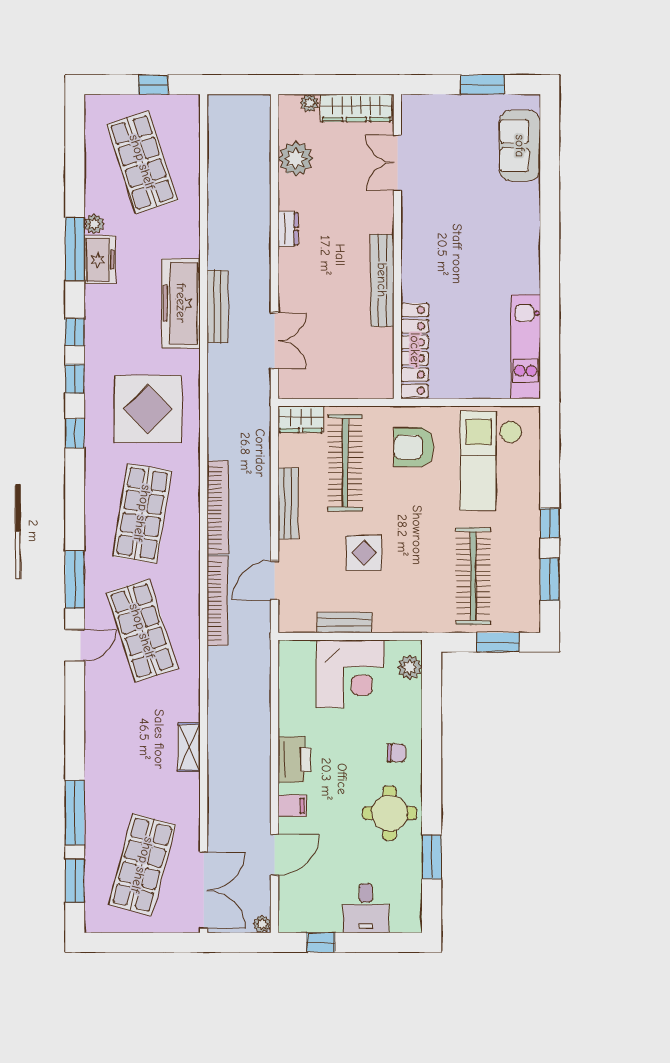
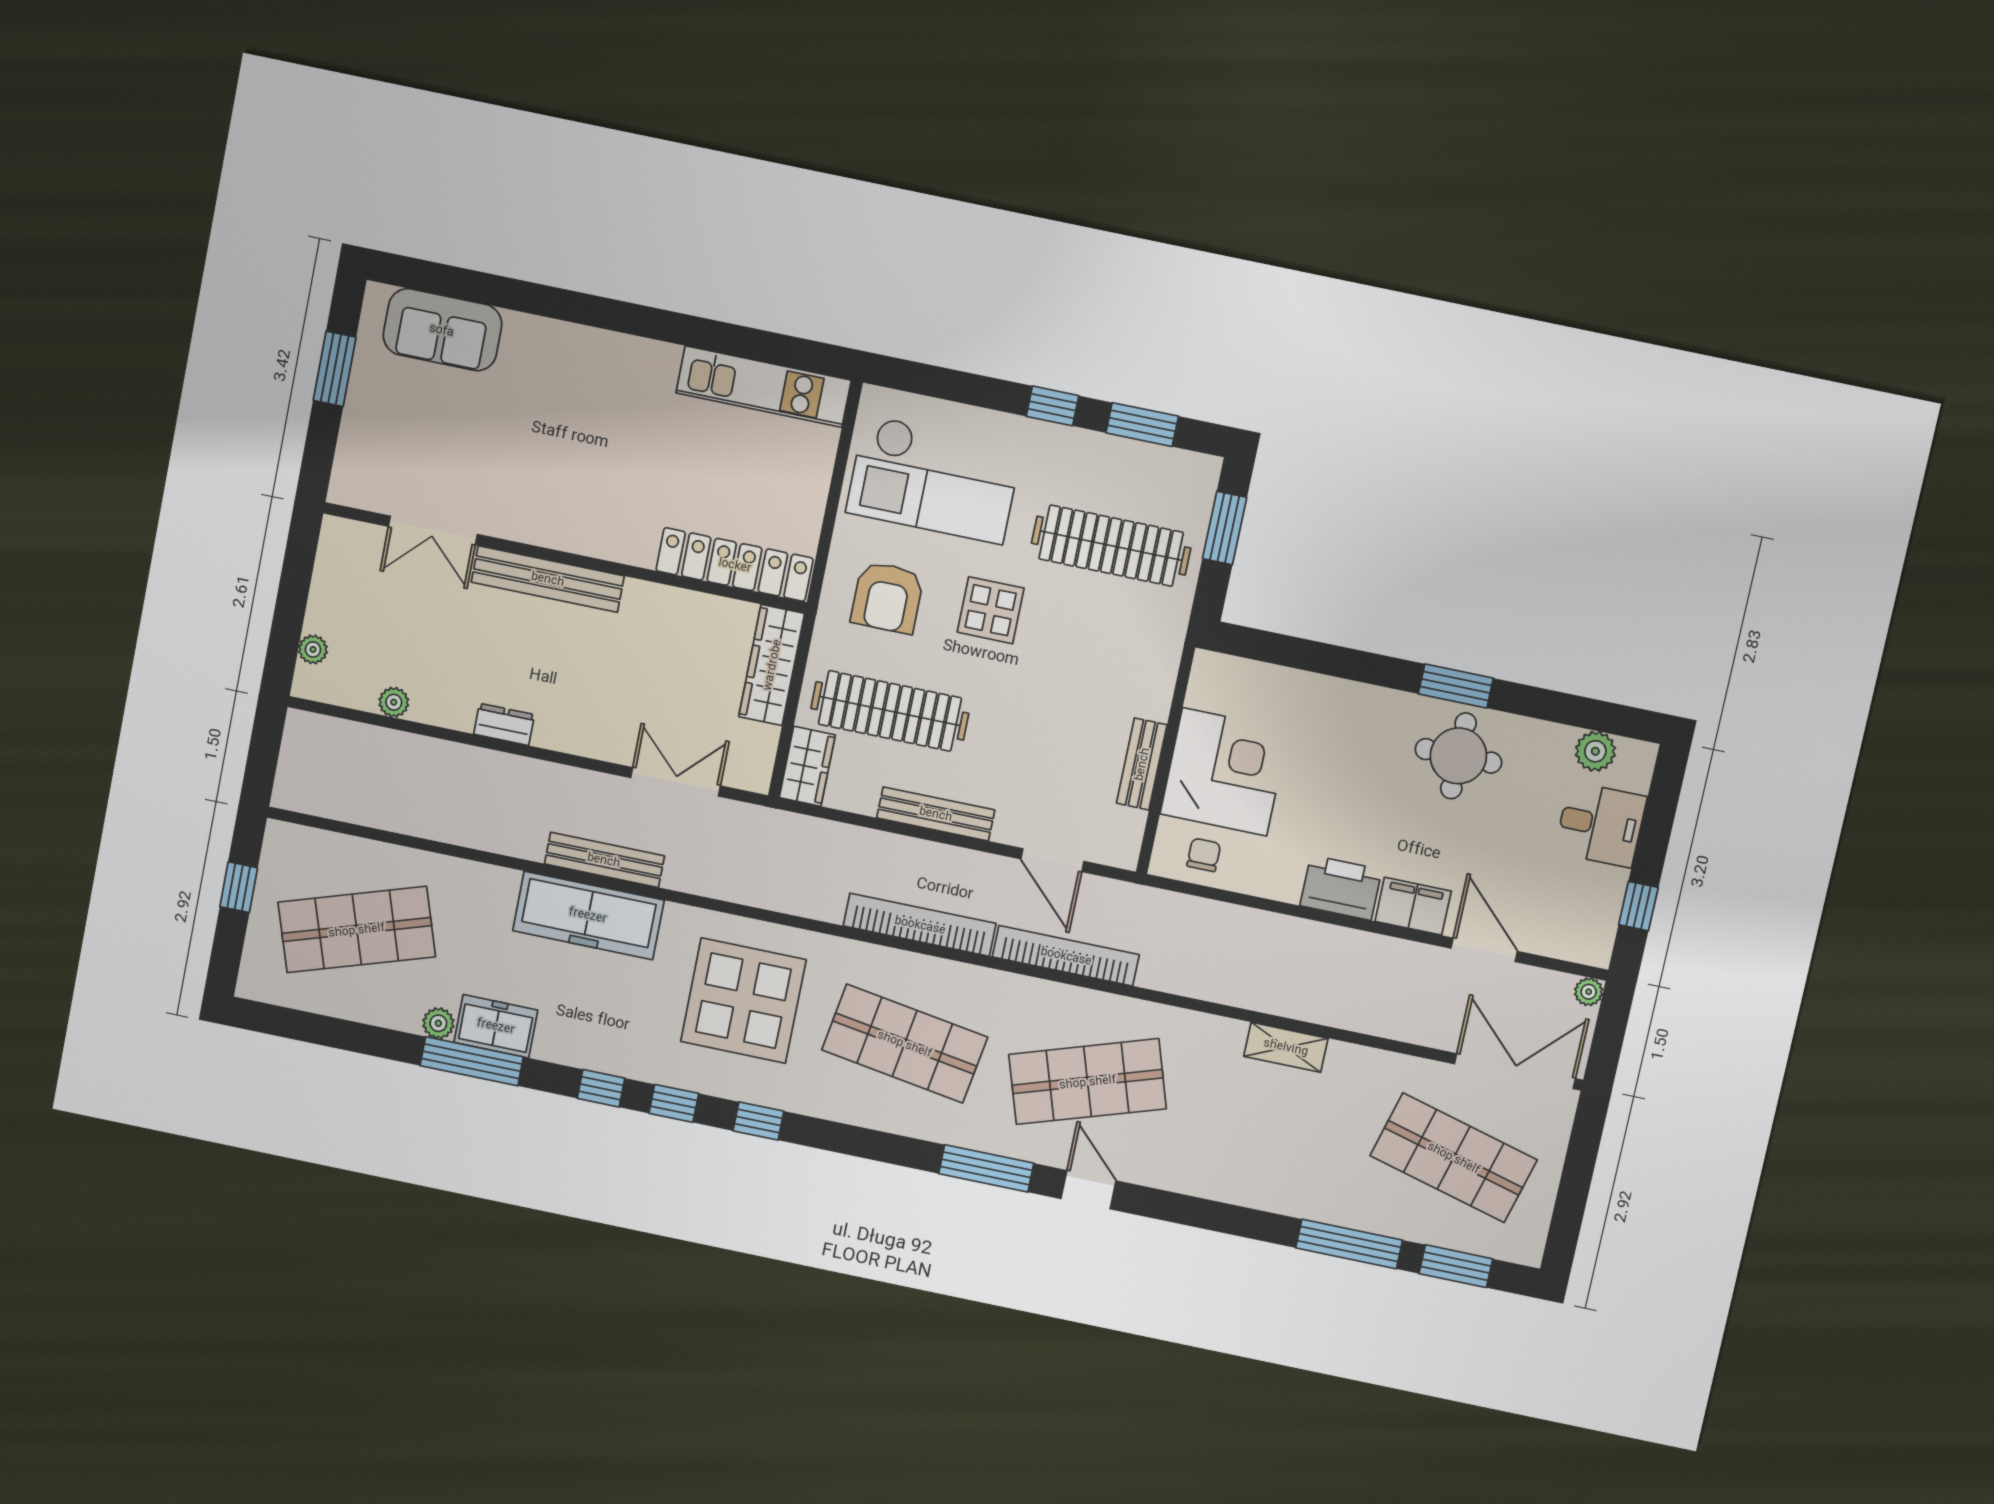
wardrobe: (356, 108) -> (772, 665), moved, turned 180
plant: (296, 159) -> (394, 702), width x0.53, depth x0.53
bench: (382, 280) -> (548, 579), moved
display table: (364, 553) -> (991, 610), moved
plant: (410, 667) -> (1595, 751), moved
chair: (397, 753) -> (1204, 855), moved
filing cabinet: (292, 806) -> (1413, 906), width x2.00
window: (432, 857) -> (1456, 686), moved

